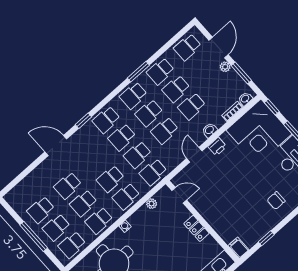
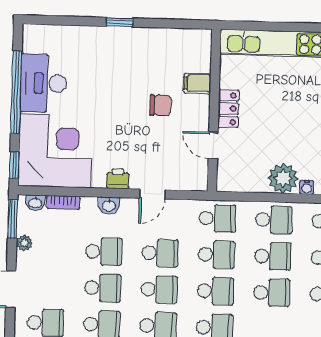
plant: (225, 67) -> (24, 243), moved
window: (241, 73) -> (13, 219), moved
school desk: (95, 161) -> (272, 293), added
door: (179, 195) -> (213, 146), moved
chair: (276, 201) -> (160, 105), moved
plant: (152, 204) -> (283, 178), moved, width x1.88, depth x1.88
window: (266, 238) -> (120, 22), moved
filing cabinet: (238, 248) -> (197, 83), moved, turned 90

